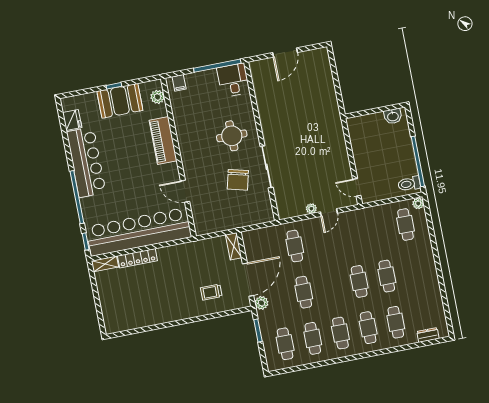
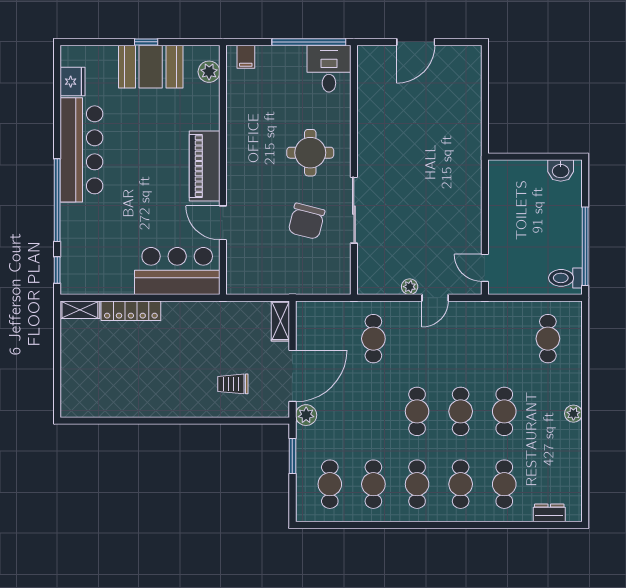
piano: (163, 141) -> (205, 166), moved
plant: (418, 203) -> (573, 414), moved
bar counter: (139, 232) -> (177, 271), width x0.54
cafe table: (304, 292) -> (417, 411), moved

